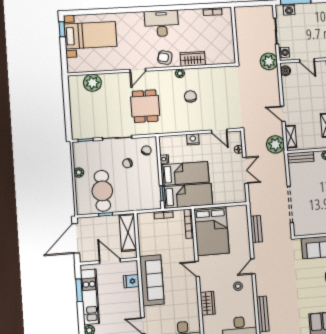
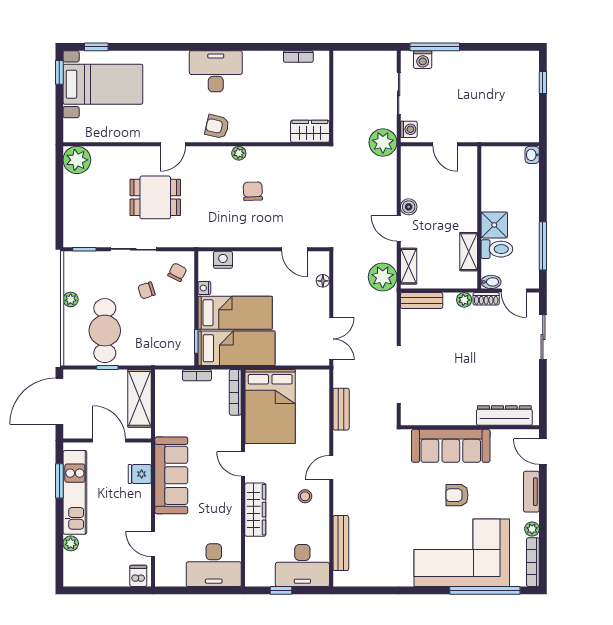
window: (85, 12) -> (96, 47), added
wardrobe: (193, 59) -> (310, 131), moved
boiler: (285, 71) -> (409, 207), moved
plant: (92, 83) -> (77, 160), moved
dining table: (145, 106) -> (155, 197), moved, turned 90
nightstand: (193, 139) -> (223, 260), moved
double door: (245, 170) -> (331, 339), moved
wardrobe: (208, 303) -> (255, 510), width x1.50

